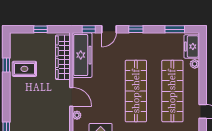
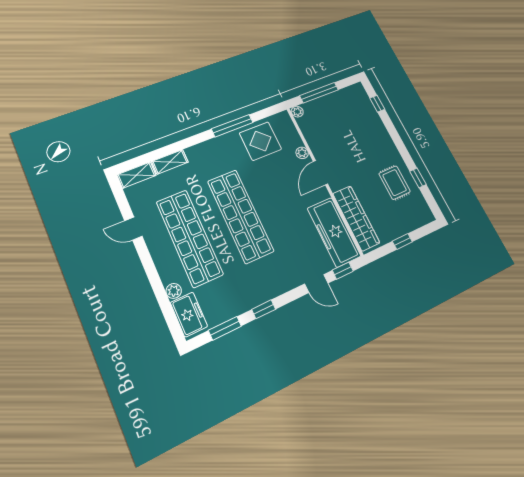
door: (109, 29) -> (316, 284), swing flipped
window: (136, 29) -> (264, 309), moved
rug: (24, 69) -> (395, 183), turned 90
door: (71, 97) -> (320, 173), hinge flipped

